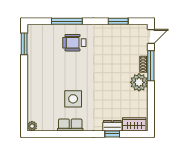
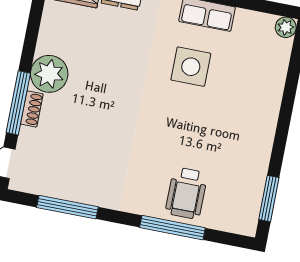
window: (118, 21) -> (67, 207), width x1.44
wheelchair: (74, 43) -> (186, 193), moved, turned 90

